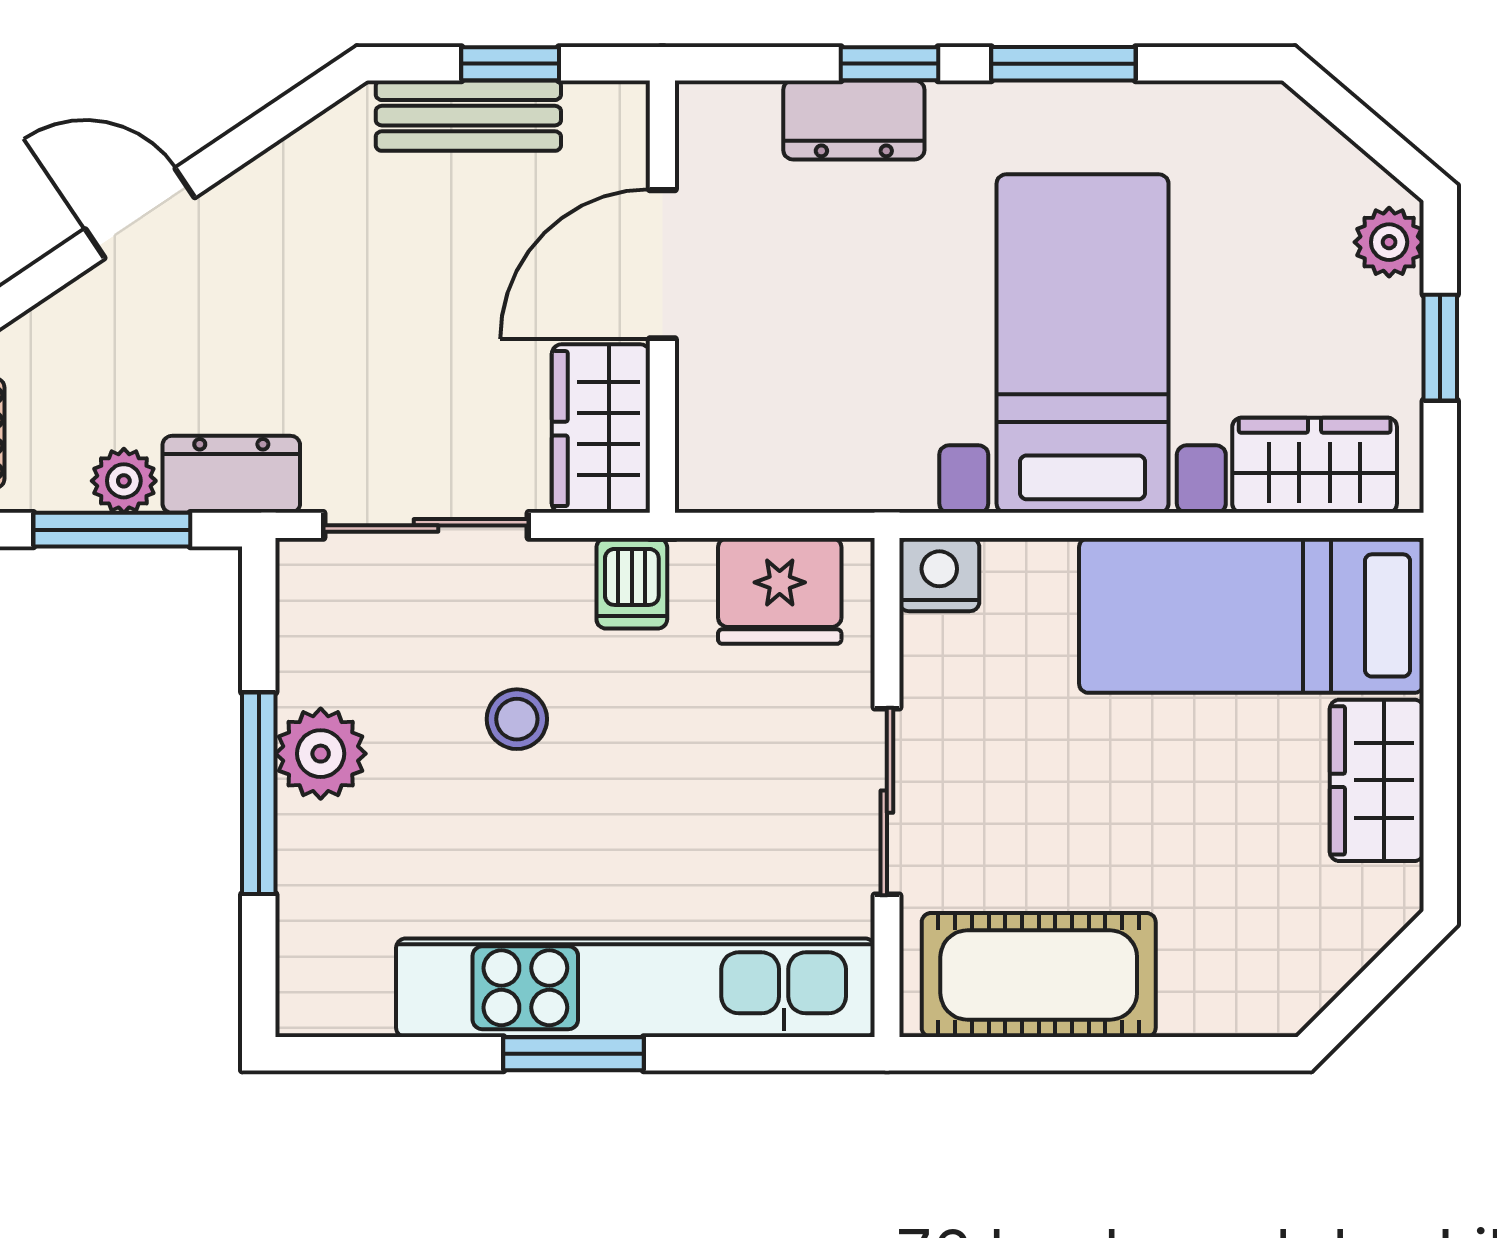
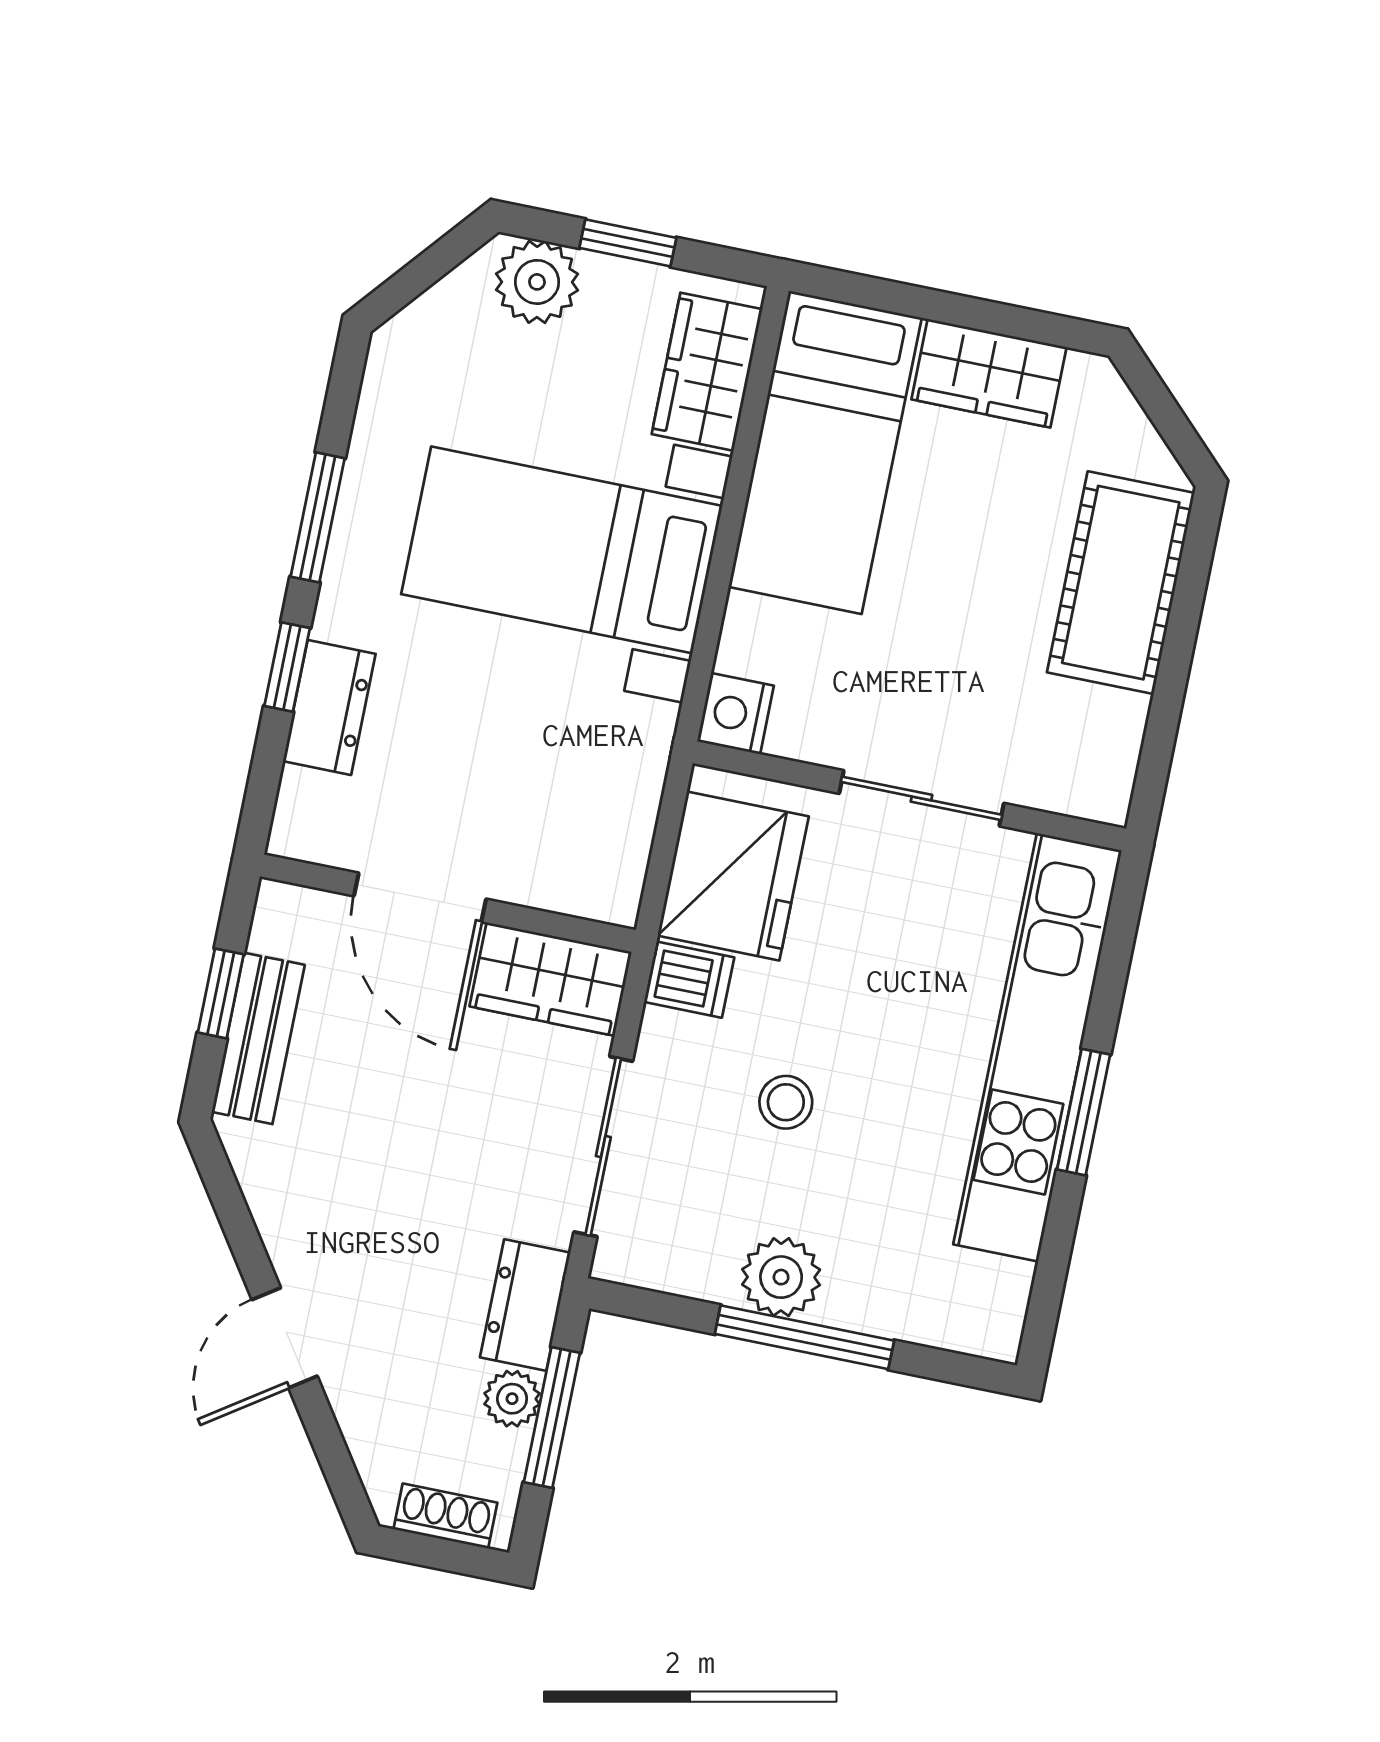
plant: (1389, 242) -> (537, 282), width x1.38, depth x1.38
fridge: (780, 591) -> (733, 876), width x1.36, depth x1.34
cot: (1039, 975) -> (1121, 583), moved

